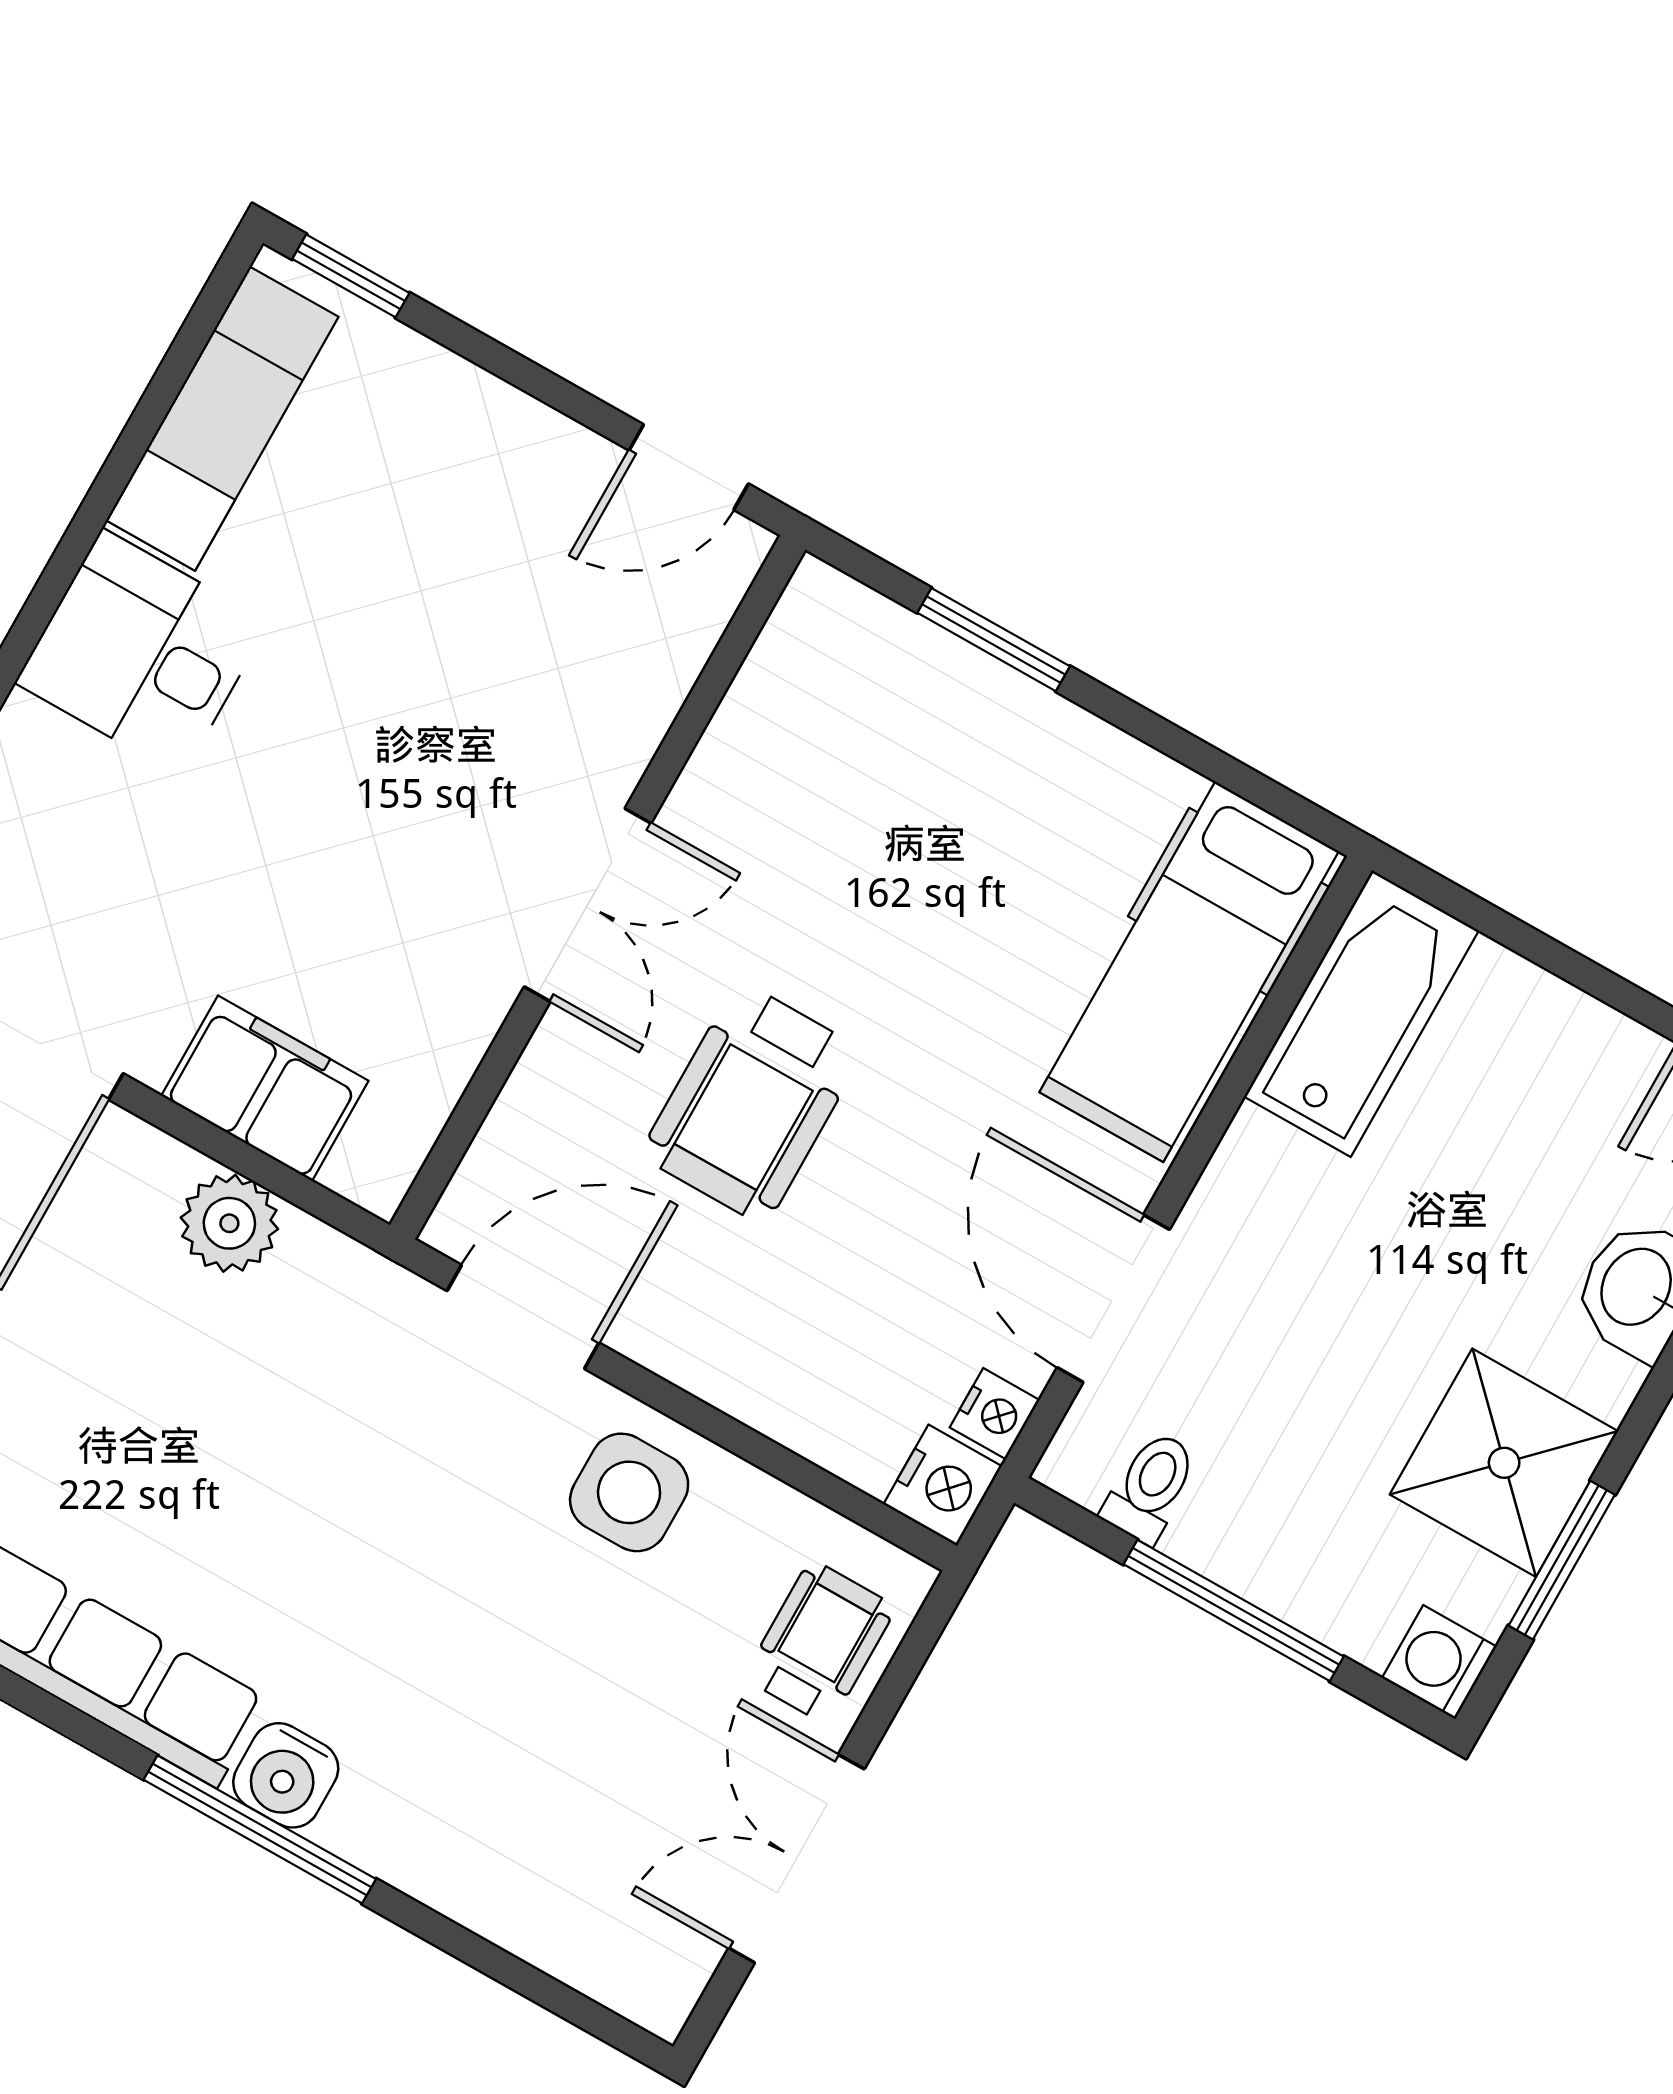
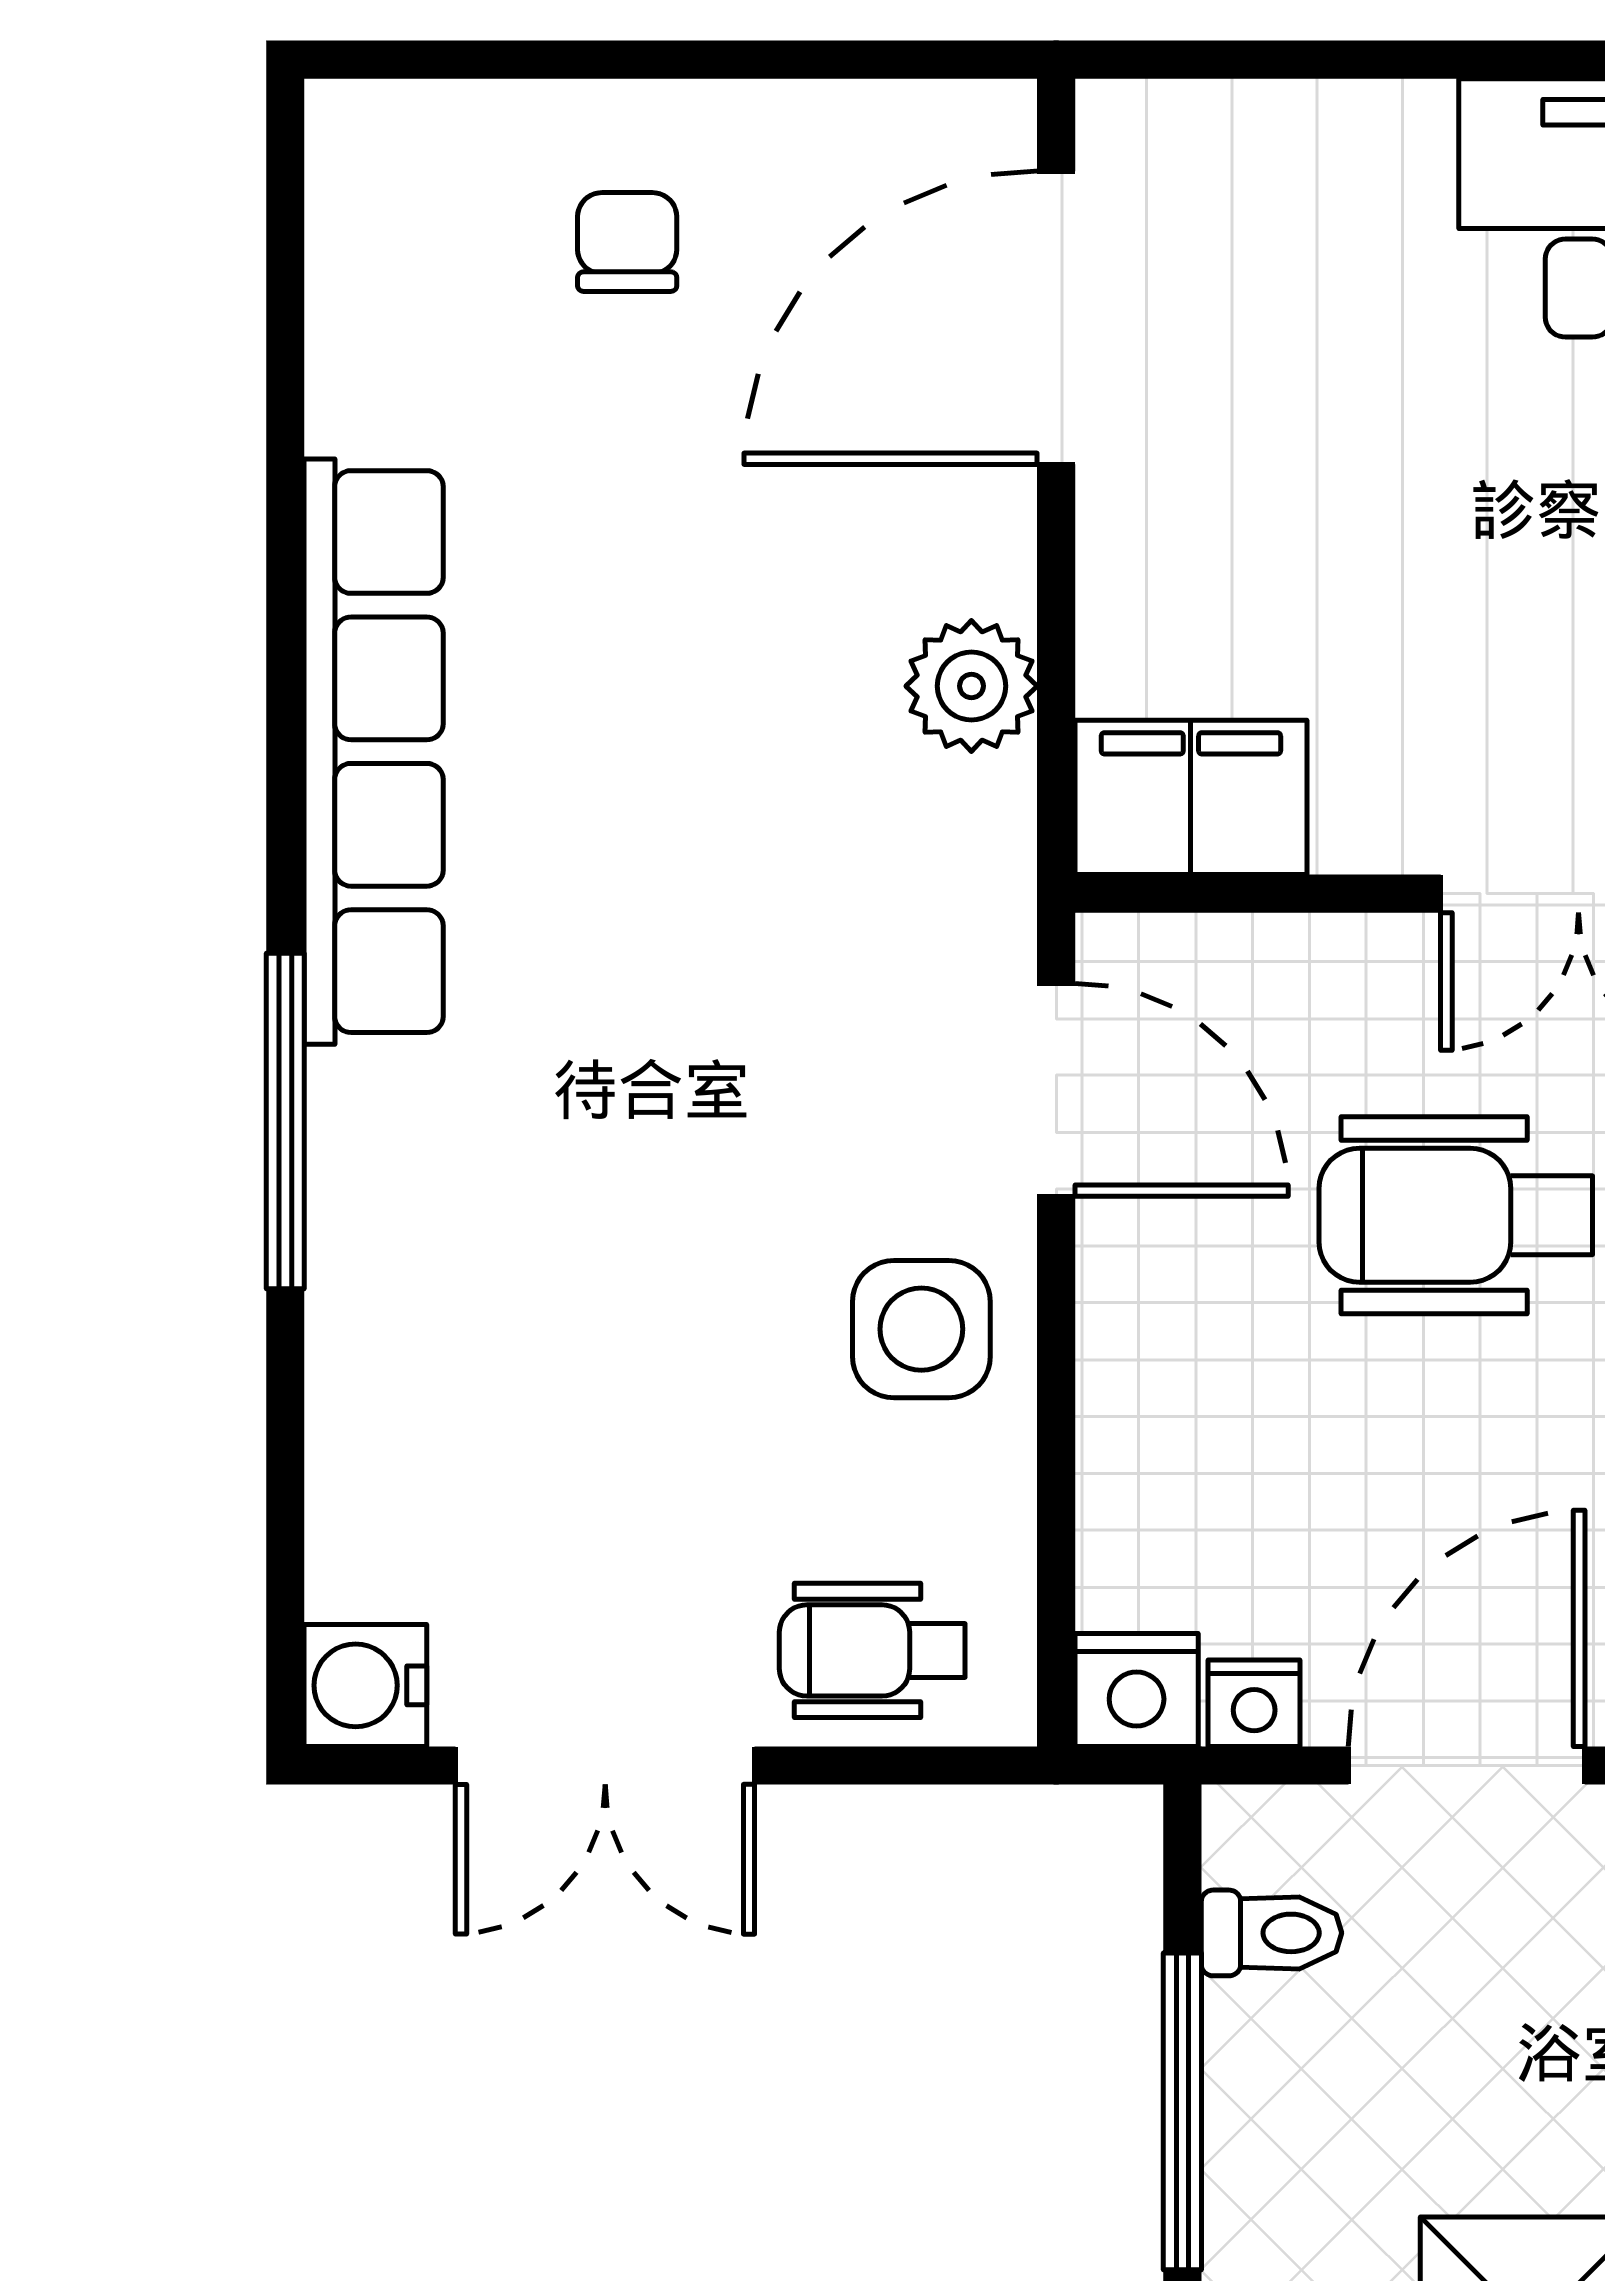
filing cabinet: (265, 1088) -> (1191, 797), moved, turned -90
wheelchair: (820, 1642) -> (872, 1650), turned 180
water cooler: (286, 1775) -> (365, 1685), moved
double door: (796, 1859) -> (605, 1766), swing flipped

